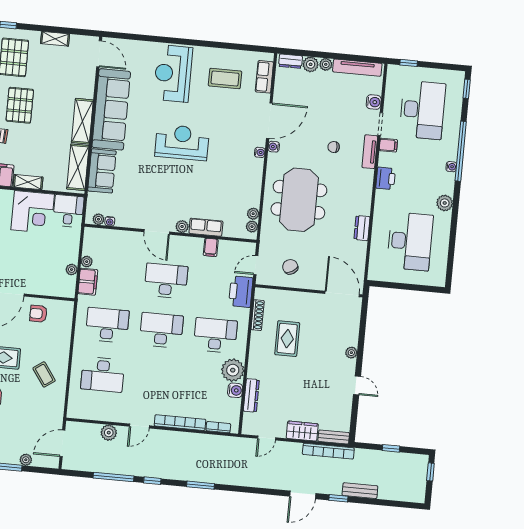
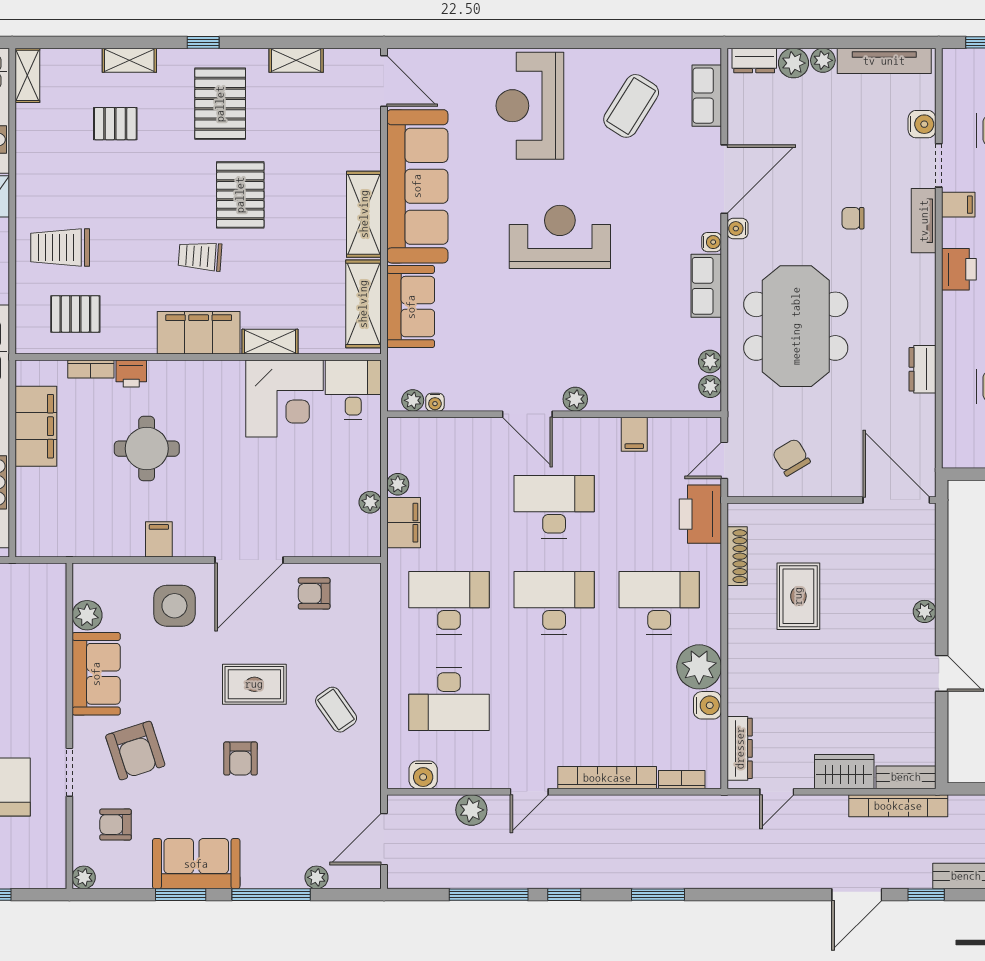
coffee table: (225, 79) -> (631, 106), turned -58
row of seats: (206, 227) -> (706, 286), moved, turned -90
dresser: (251, 395) -> (740, 748), moved
water cooler: (86, 412) -> (423, 775), added

